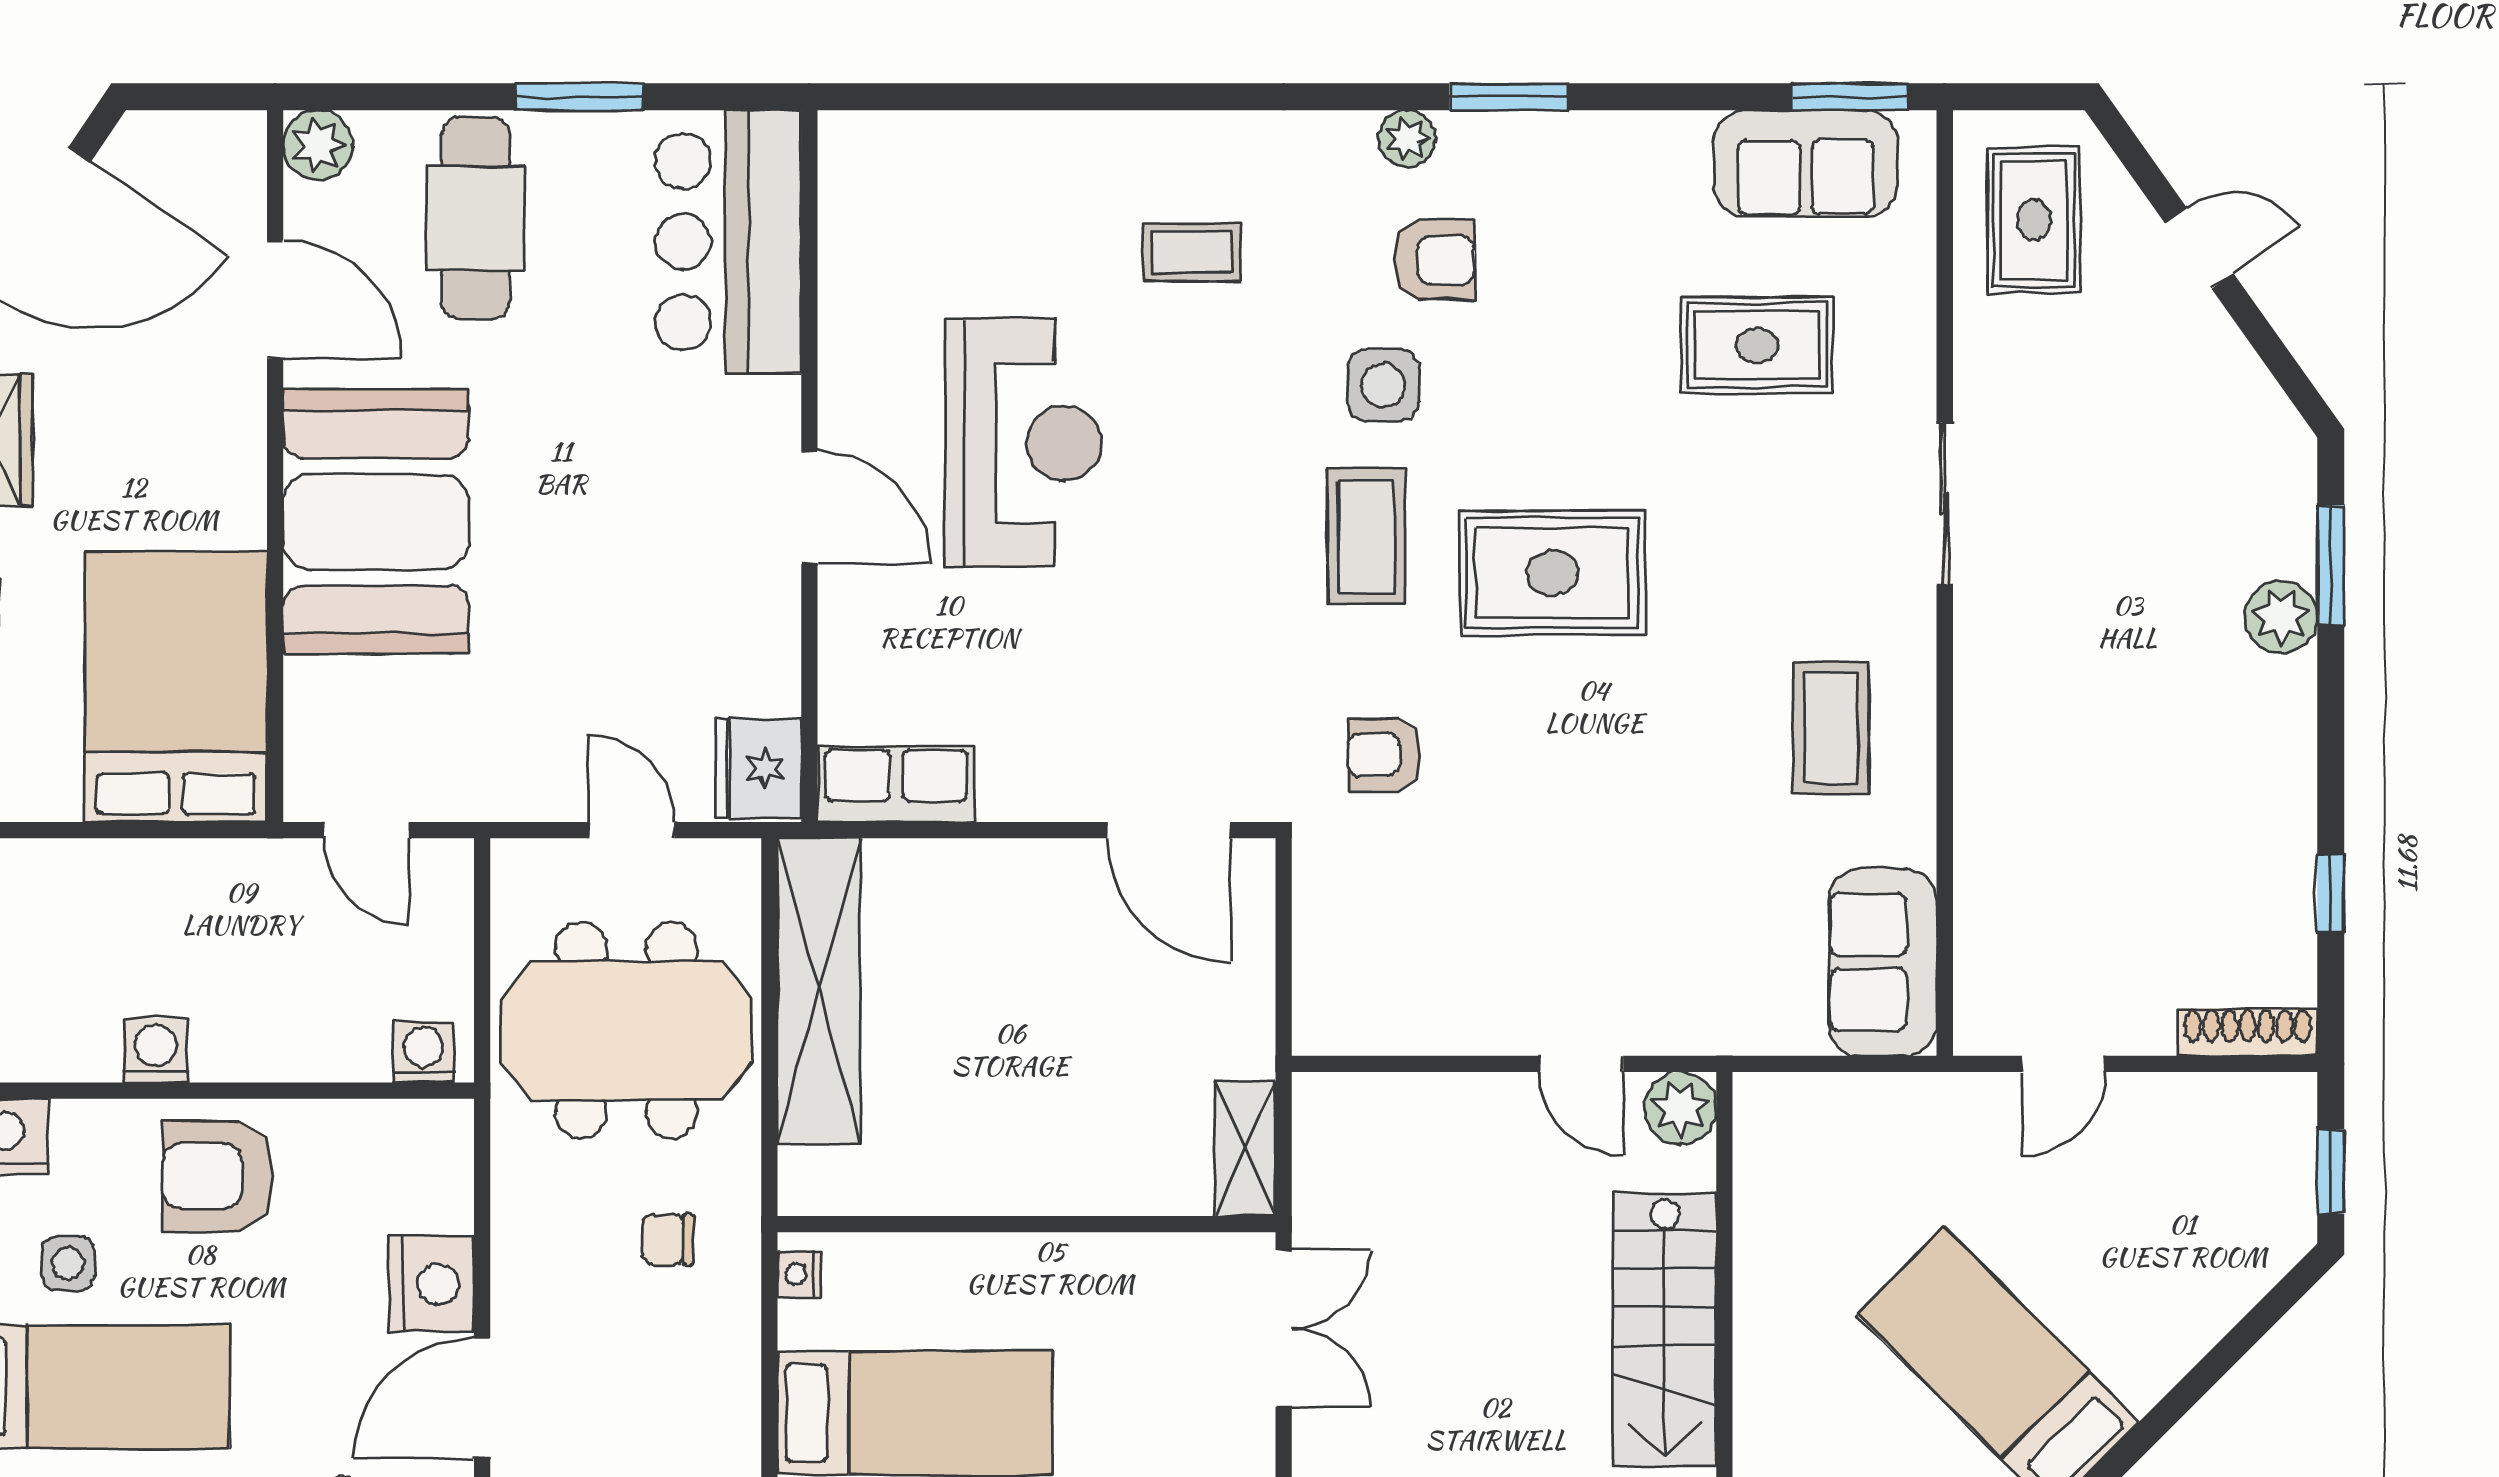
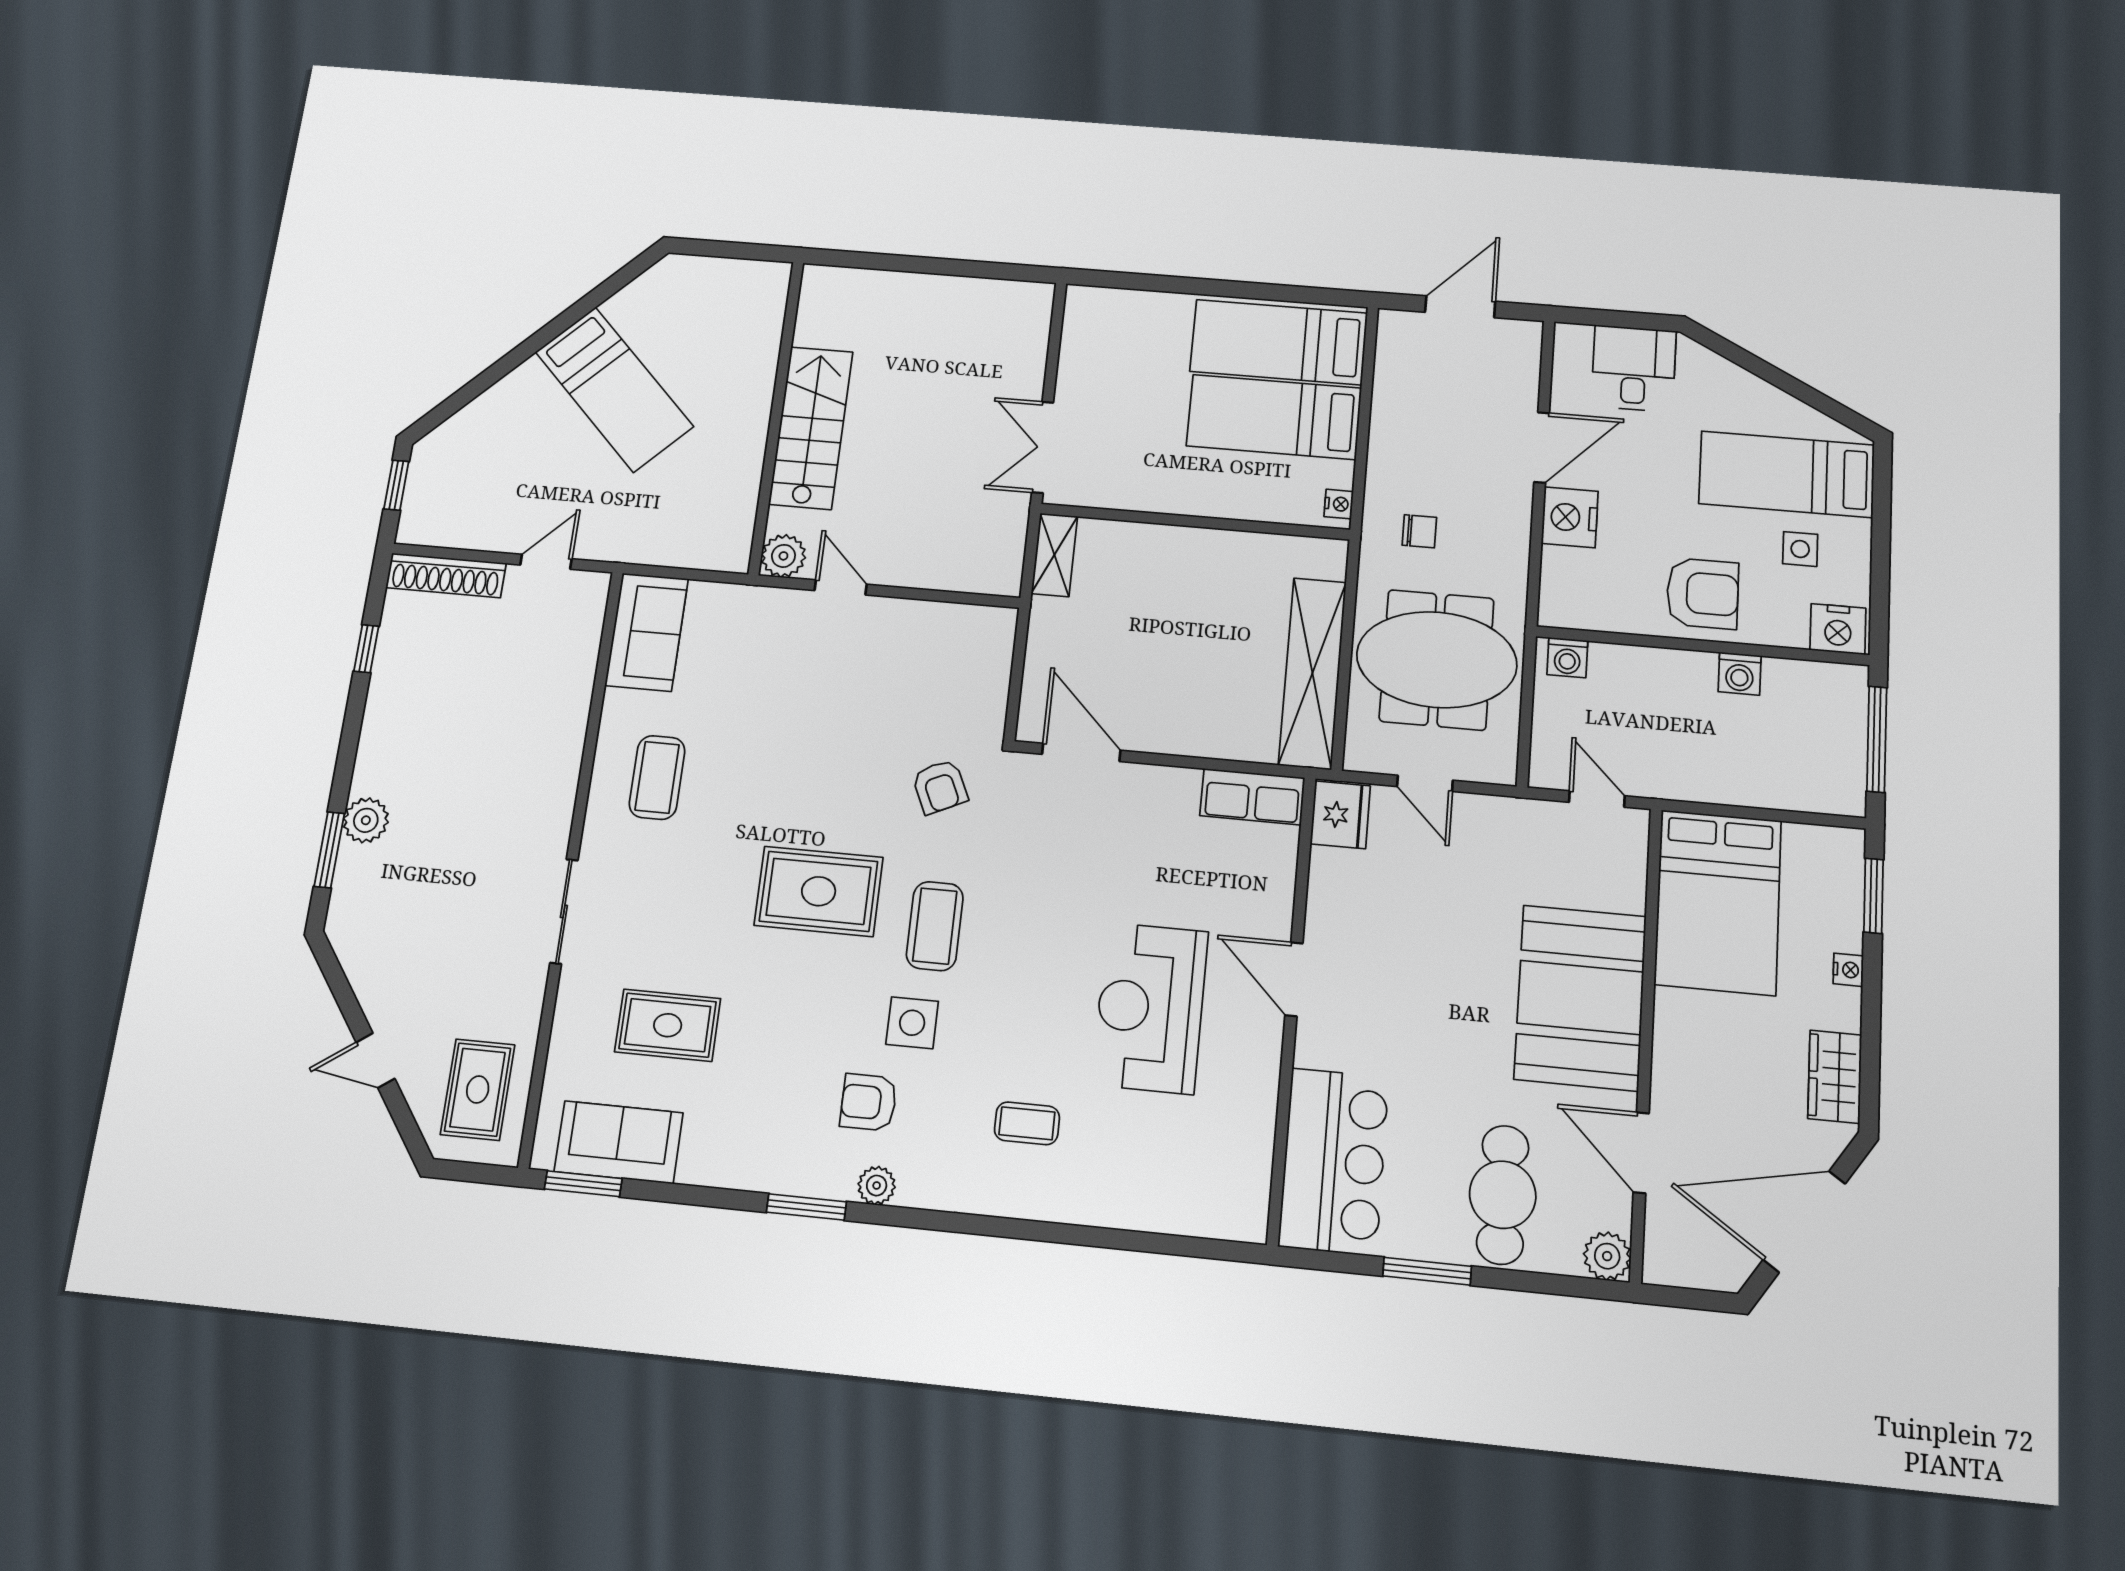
armchair: (1384, 755) -> (940, 787), turned 65
shoe rack: (2248, 1032) -> (446, 575), width x1.36, depth x1.24

